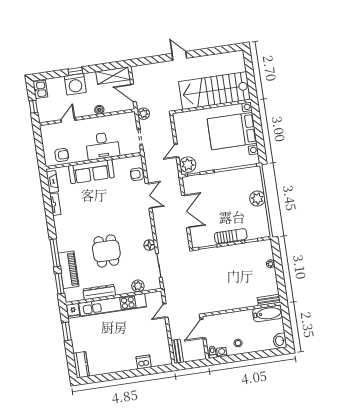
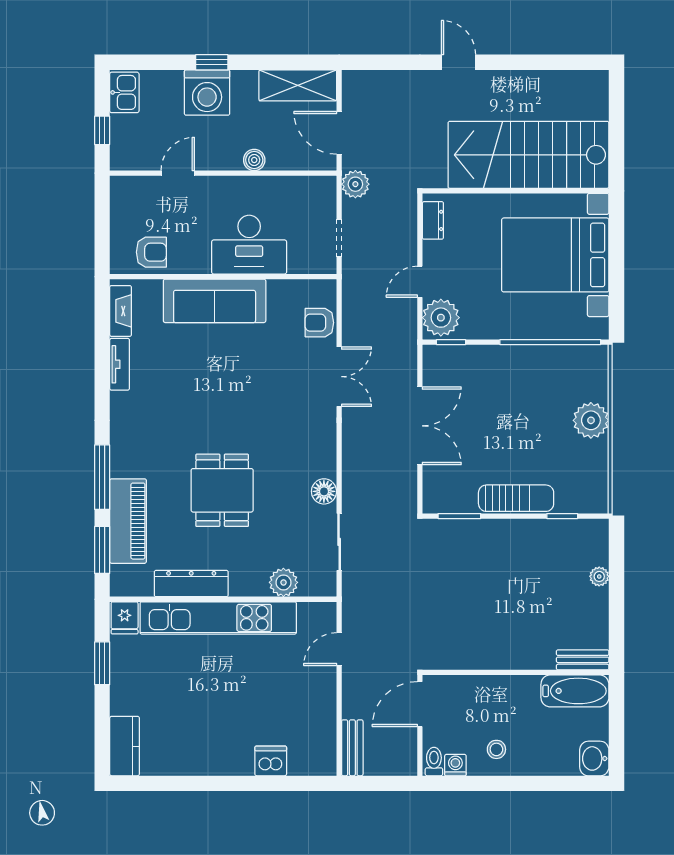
dresser: (178, 124) -> (433, 220), added

